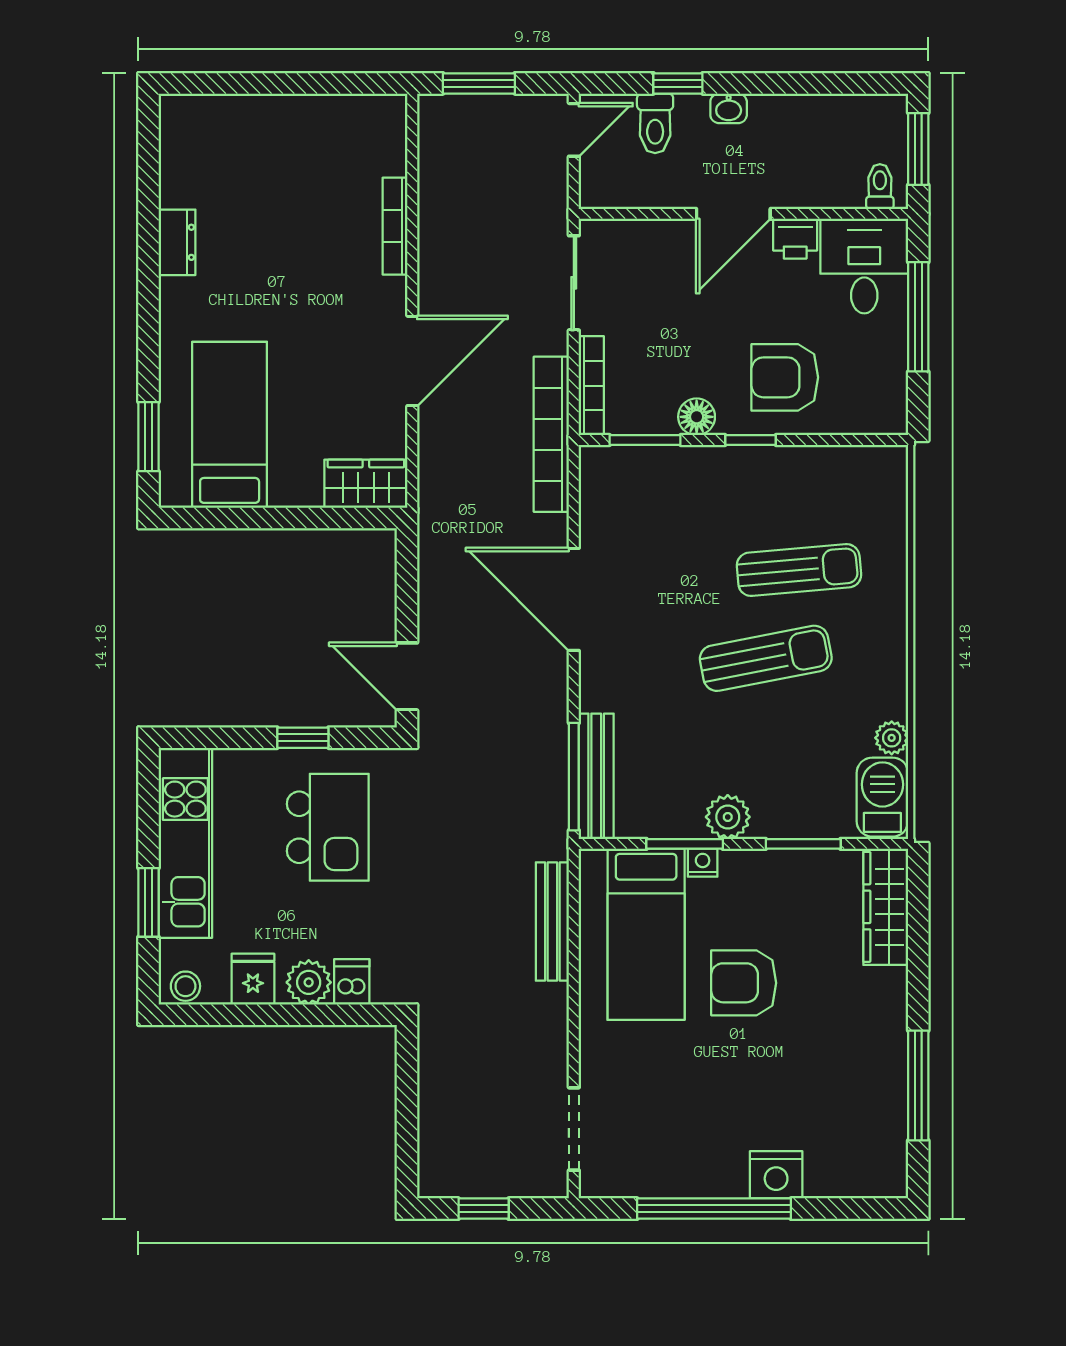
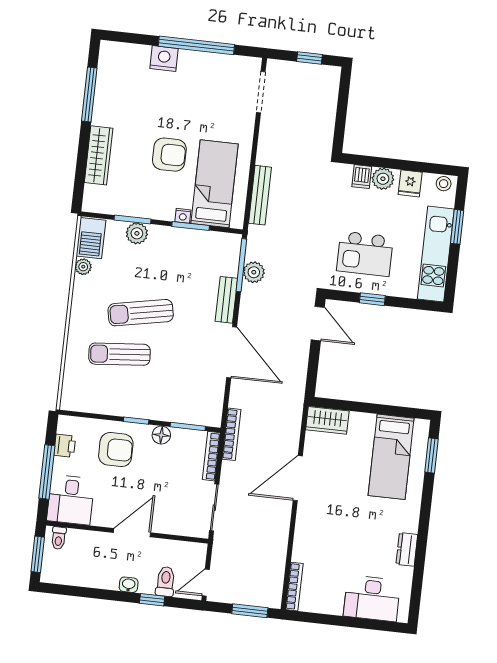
desk: (236, 136) -> (372, 598), added
bookcase: (395, 226) -> (294, 587), moved
printer: (795, 239) -> (65, 446), moved, turned 90
bookcase: (551, 434) -> (232, 434), width x0.68, depth x0.76
plant: (547, 765) -> (254, 272), added
bench: (596, 776) -> (226, 300), moved, width x0.73
plant: (728, 817) -> (137, 233), moved
kitchen island: (328, 827) -> (365, 254), turned -90
wardrobe: (886, 907) -> (99, 155), moved

